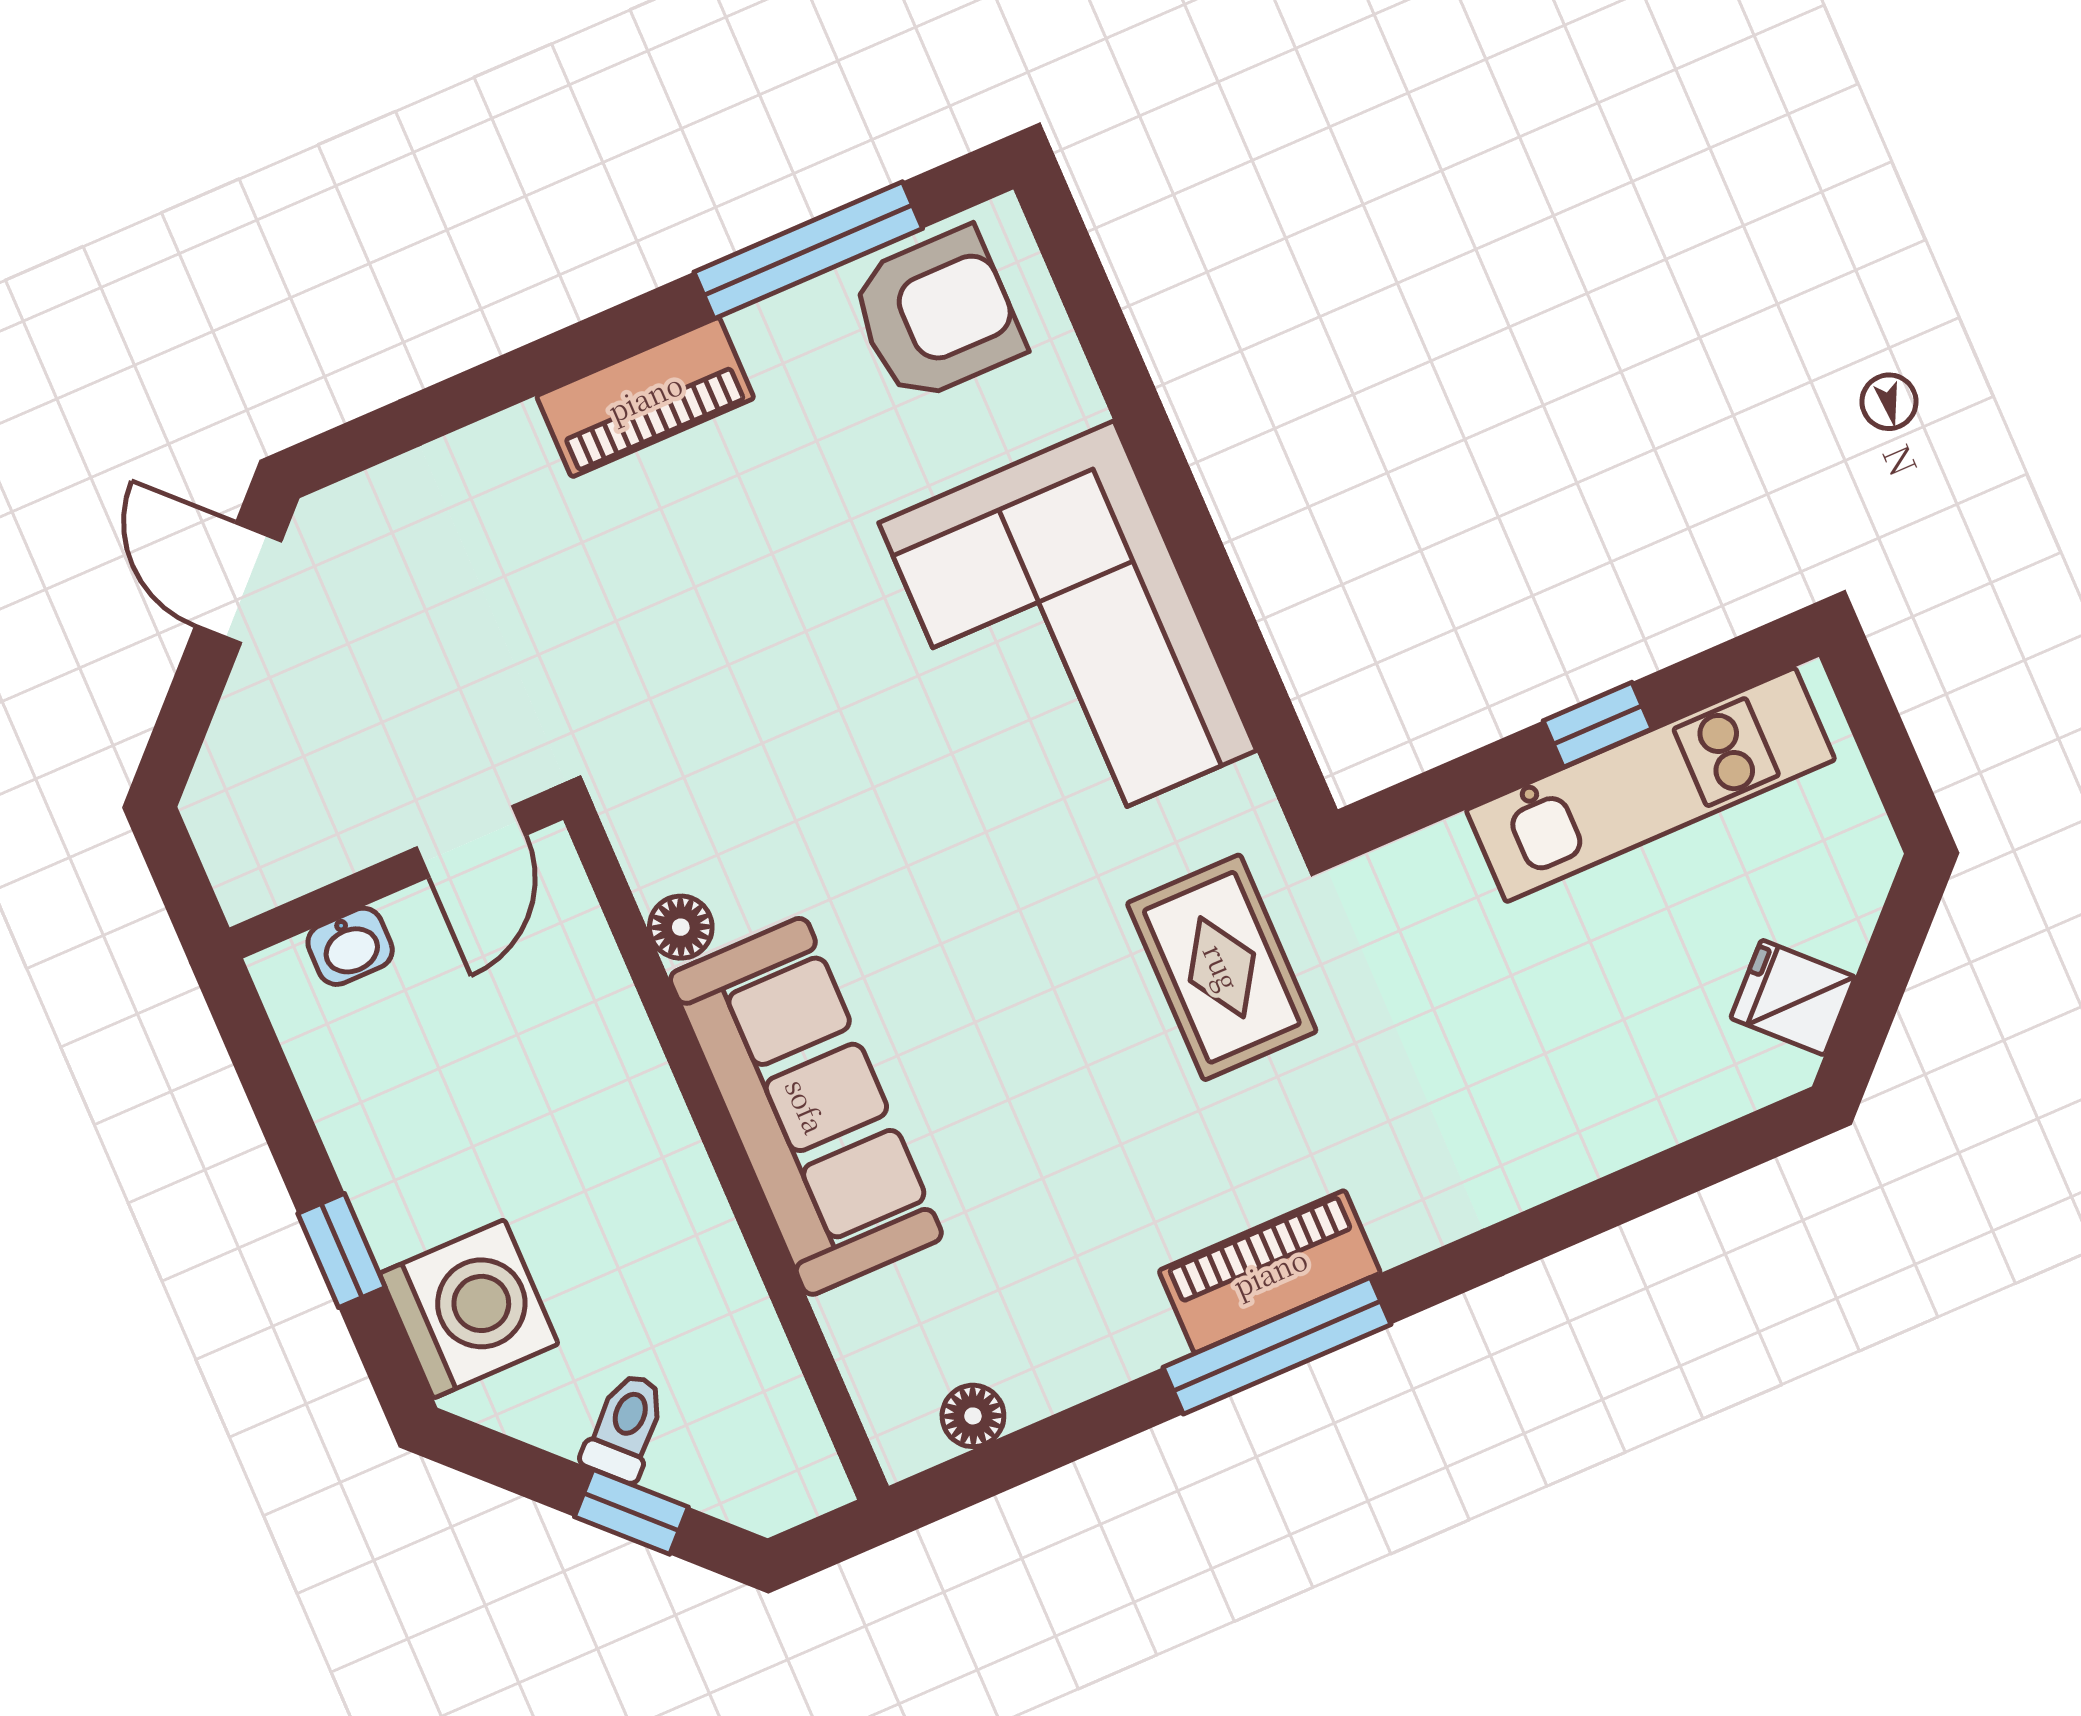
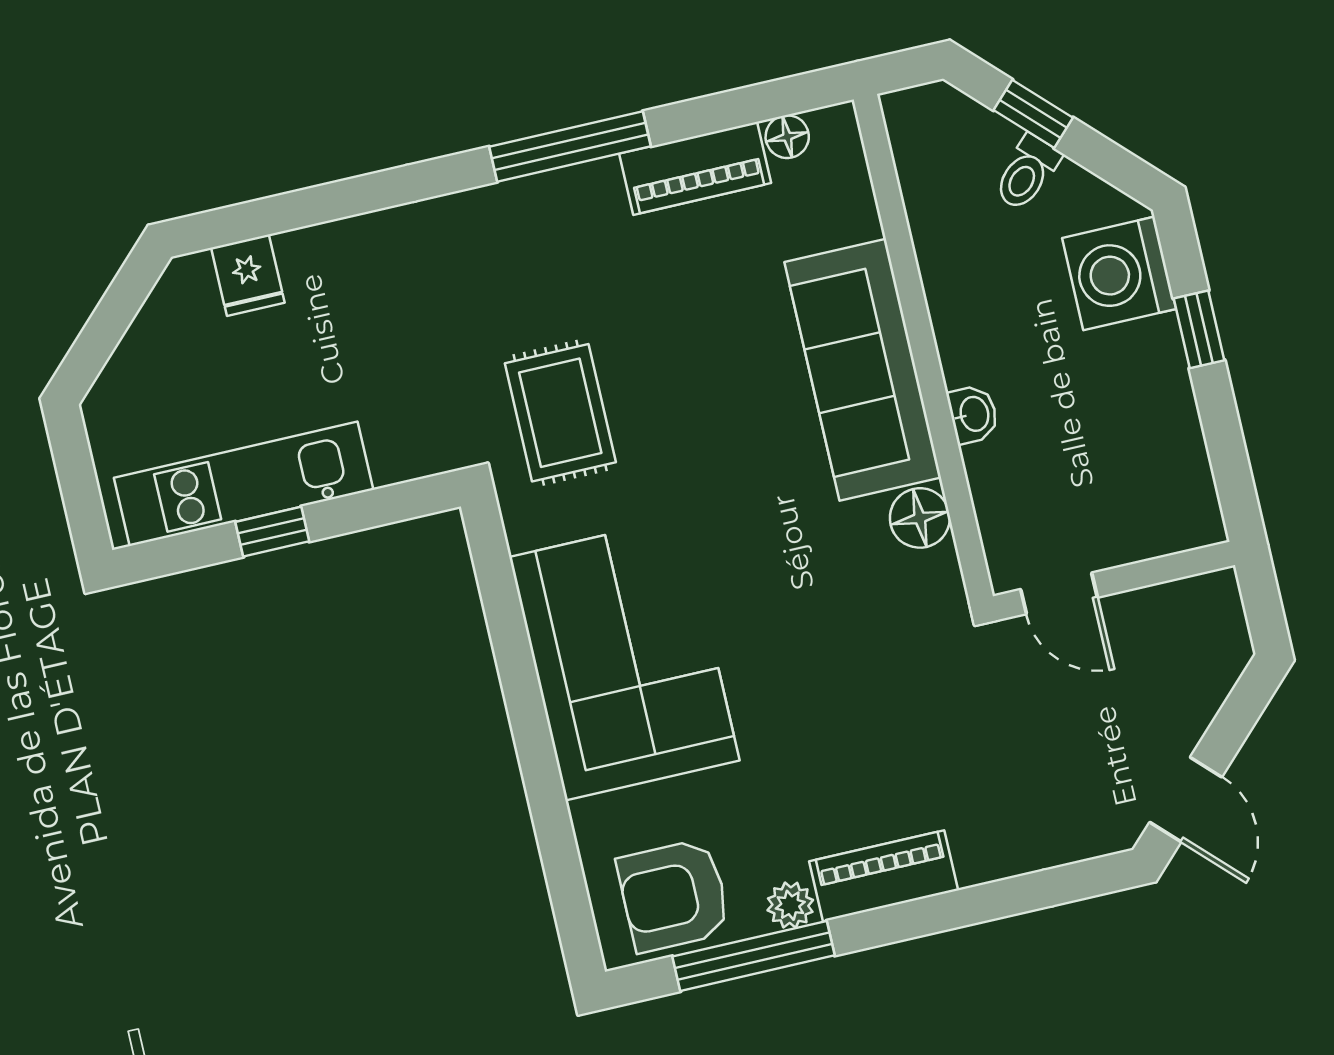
plant: (769, 332) -> (790, 905), added
door: (471, 841) -> (1059, 593), swing flipped
floor lamp: (681, 927) -> (920, 518), width x1.37, depth x1.37
washbasin: (350, 946) -> (973, 414), moved, turned 90
fridge: (1793, 997) -> (248, 275), moved, turned 45
piano: (1270, 1272) -> (695, 168), moved

